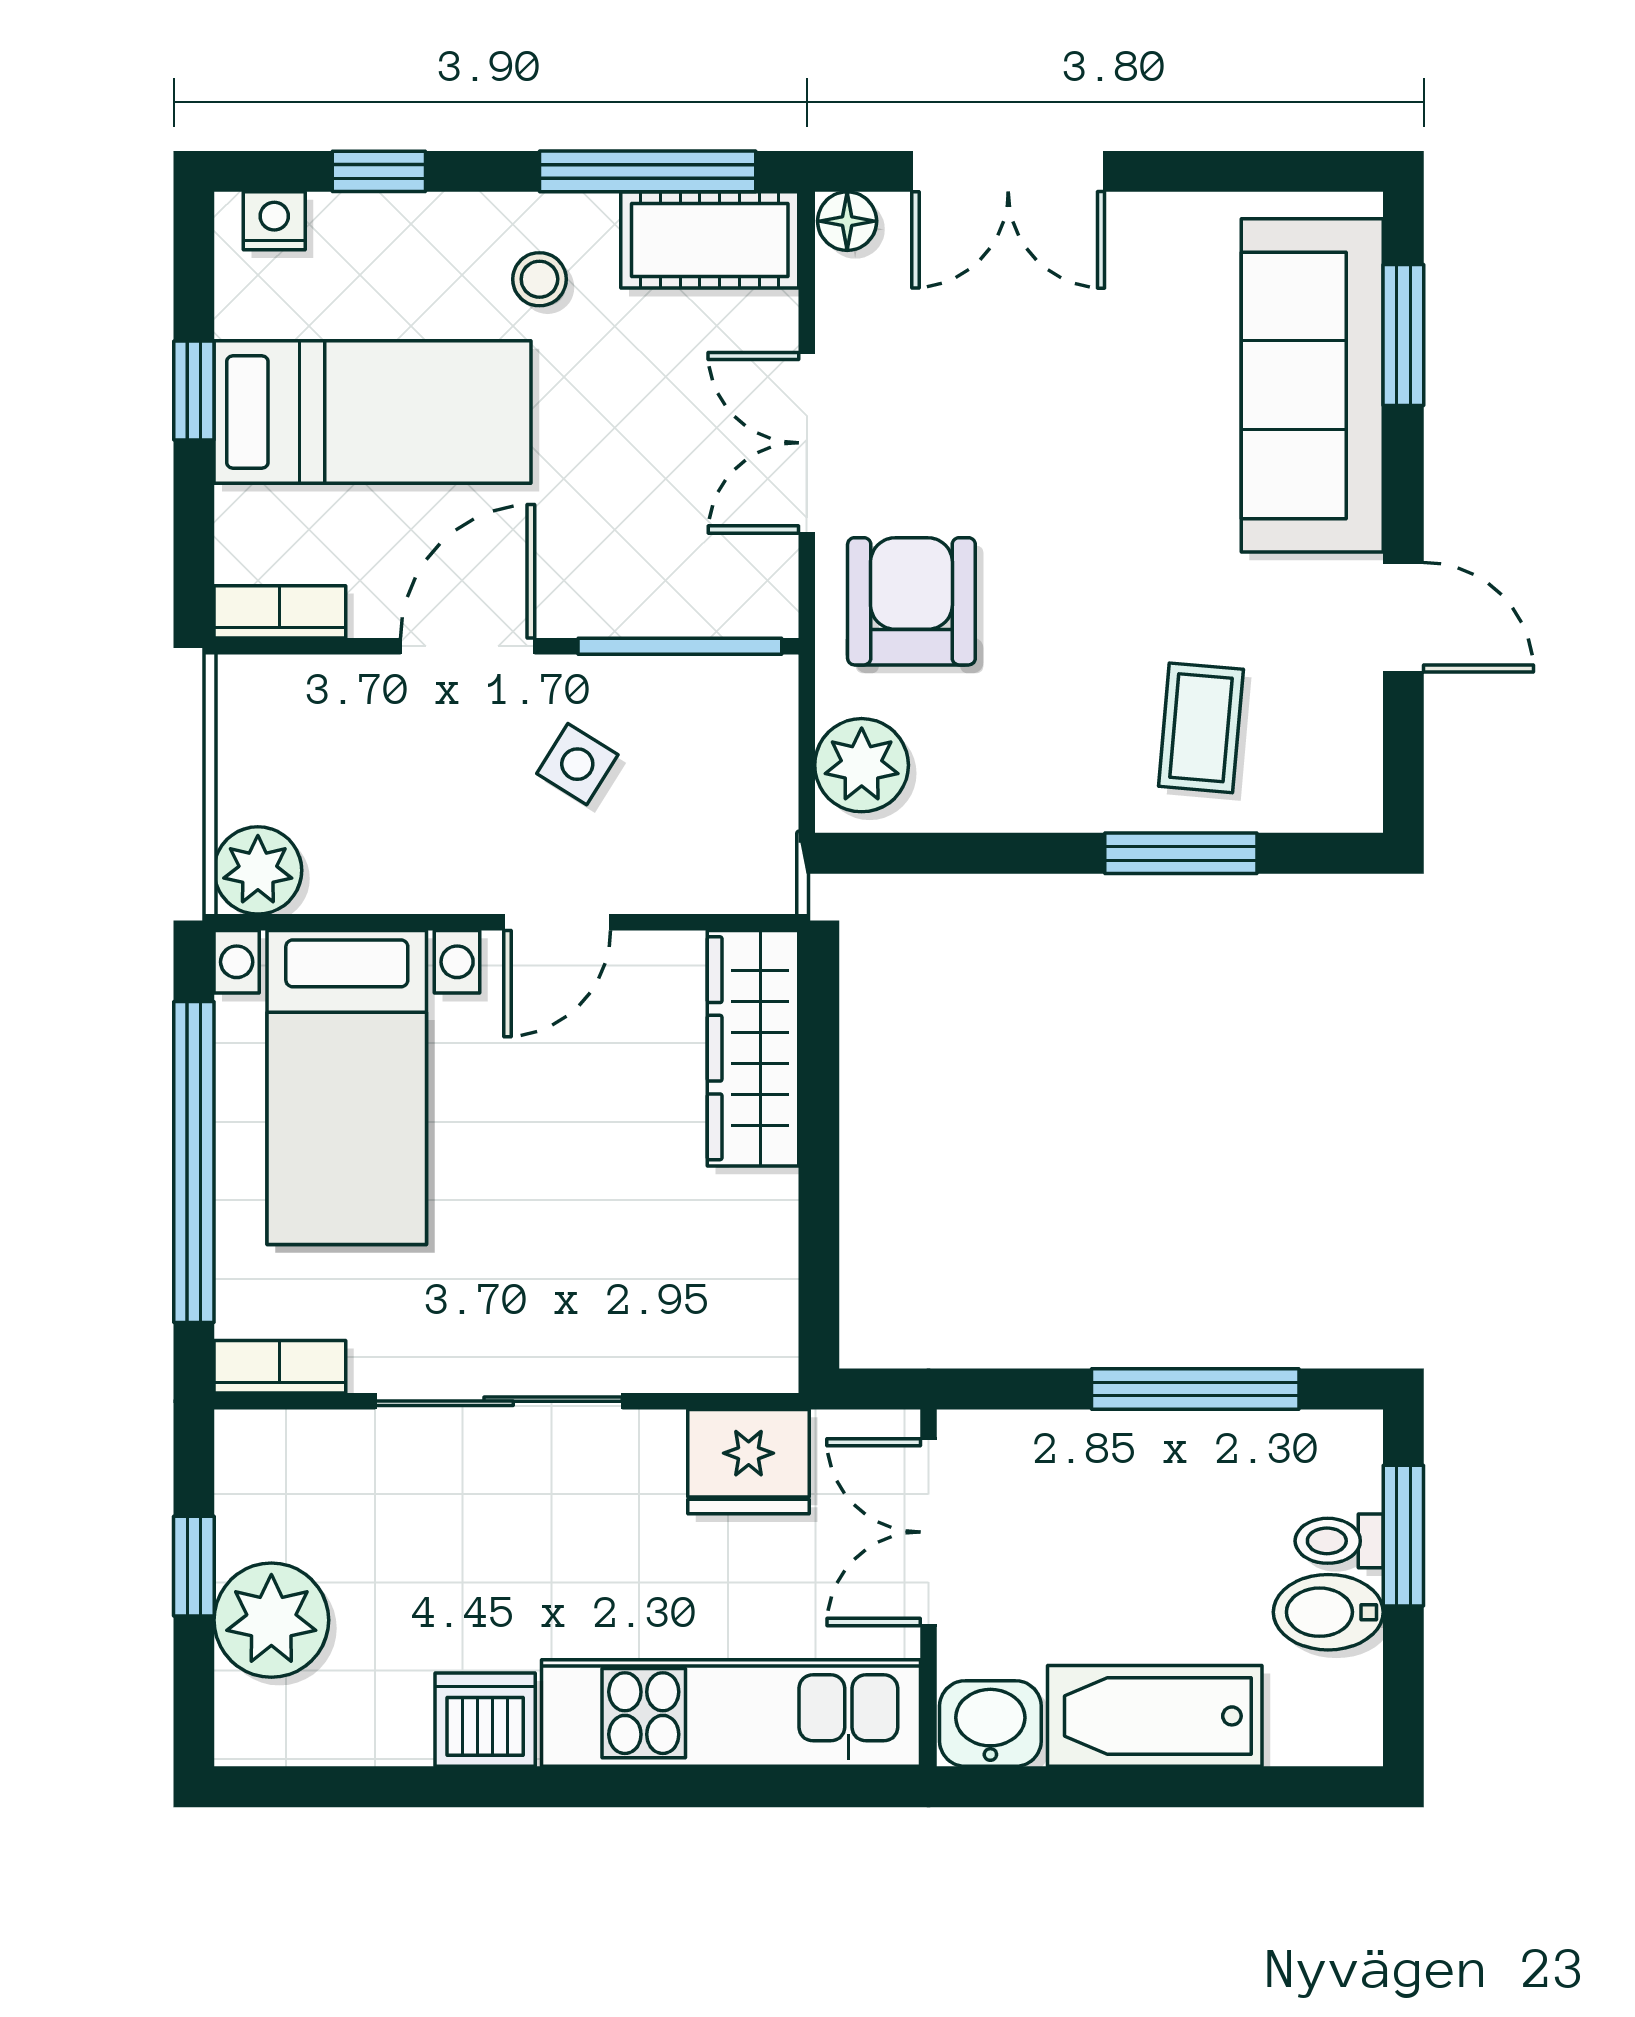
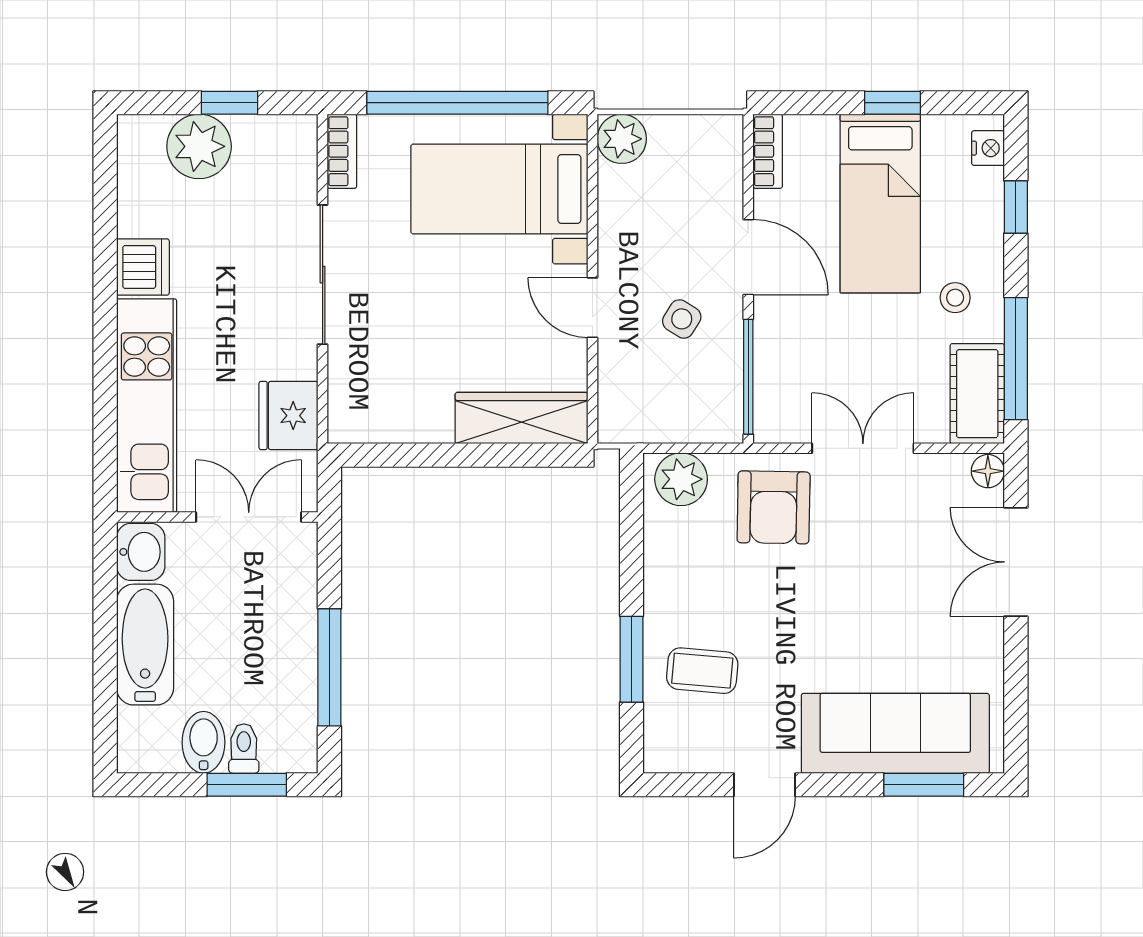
armchair: (911, 601) -> (774, 507), turned 91

